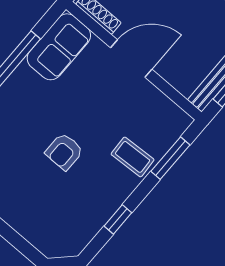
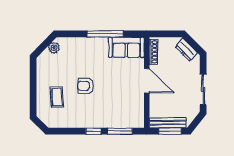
coffee table: (133, 157) -> (57, 97), moved
window: (118, 219) -> (93, 131), moved

